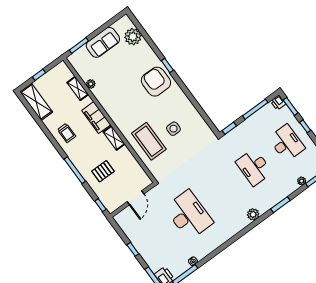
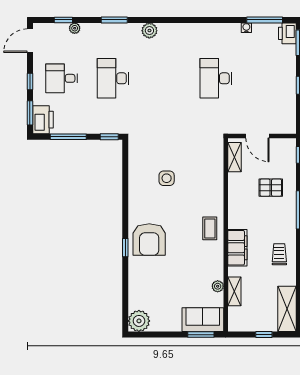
plant: (133, 37) -> (139, 321), moved
sofa: (103, 42) -> (203, 320), moved
printer: (278, 102) -> (43, 120), width x1.87, depth x1.48
shelving: (114, 138) -> (234, 157), moved
coffee table: (149, 141) -> (210, 228), moved, width x0.54, depth x0.58
desk: (287, 143) -> (62, 78), width x0.73
desk: (254, 167) -> (113, 78), turned 180
door: (136, 198) -> (257, 136), swing flipped
desk: (189, 215) -> (216, 78), width x0.73, depth x0.77

